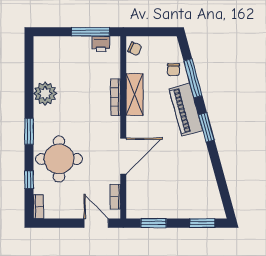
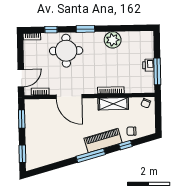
printer: (101, 44) -> (148, 65), moved
window: (193, 78) -> (126, 145), width x0.46
window: (206, 127) -> (91, 155), width x1.44

